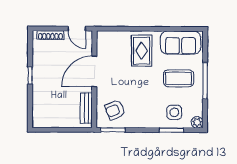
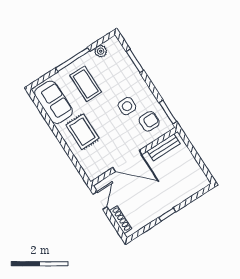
rug: (142, 51) -> (83, 132), turned 90
armchair: (115, 110) -> (149, 121), turned -68
side table: (174, 112) -> (127, 106), moved
plant: (197, 122) -> (101, 51), moved

